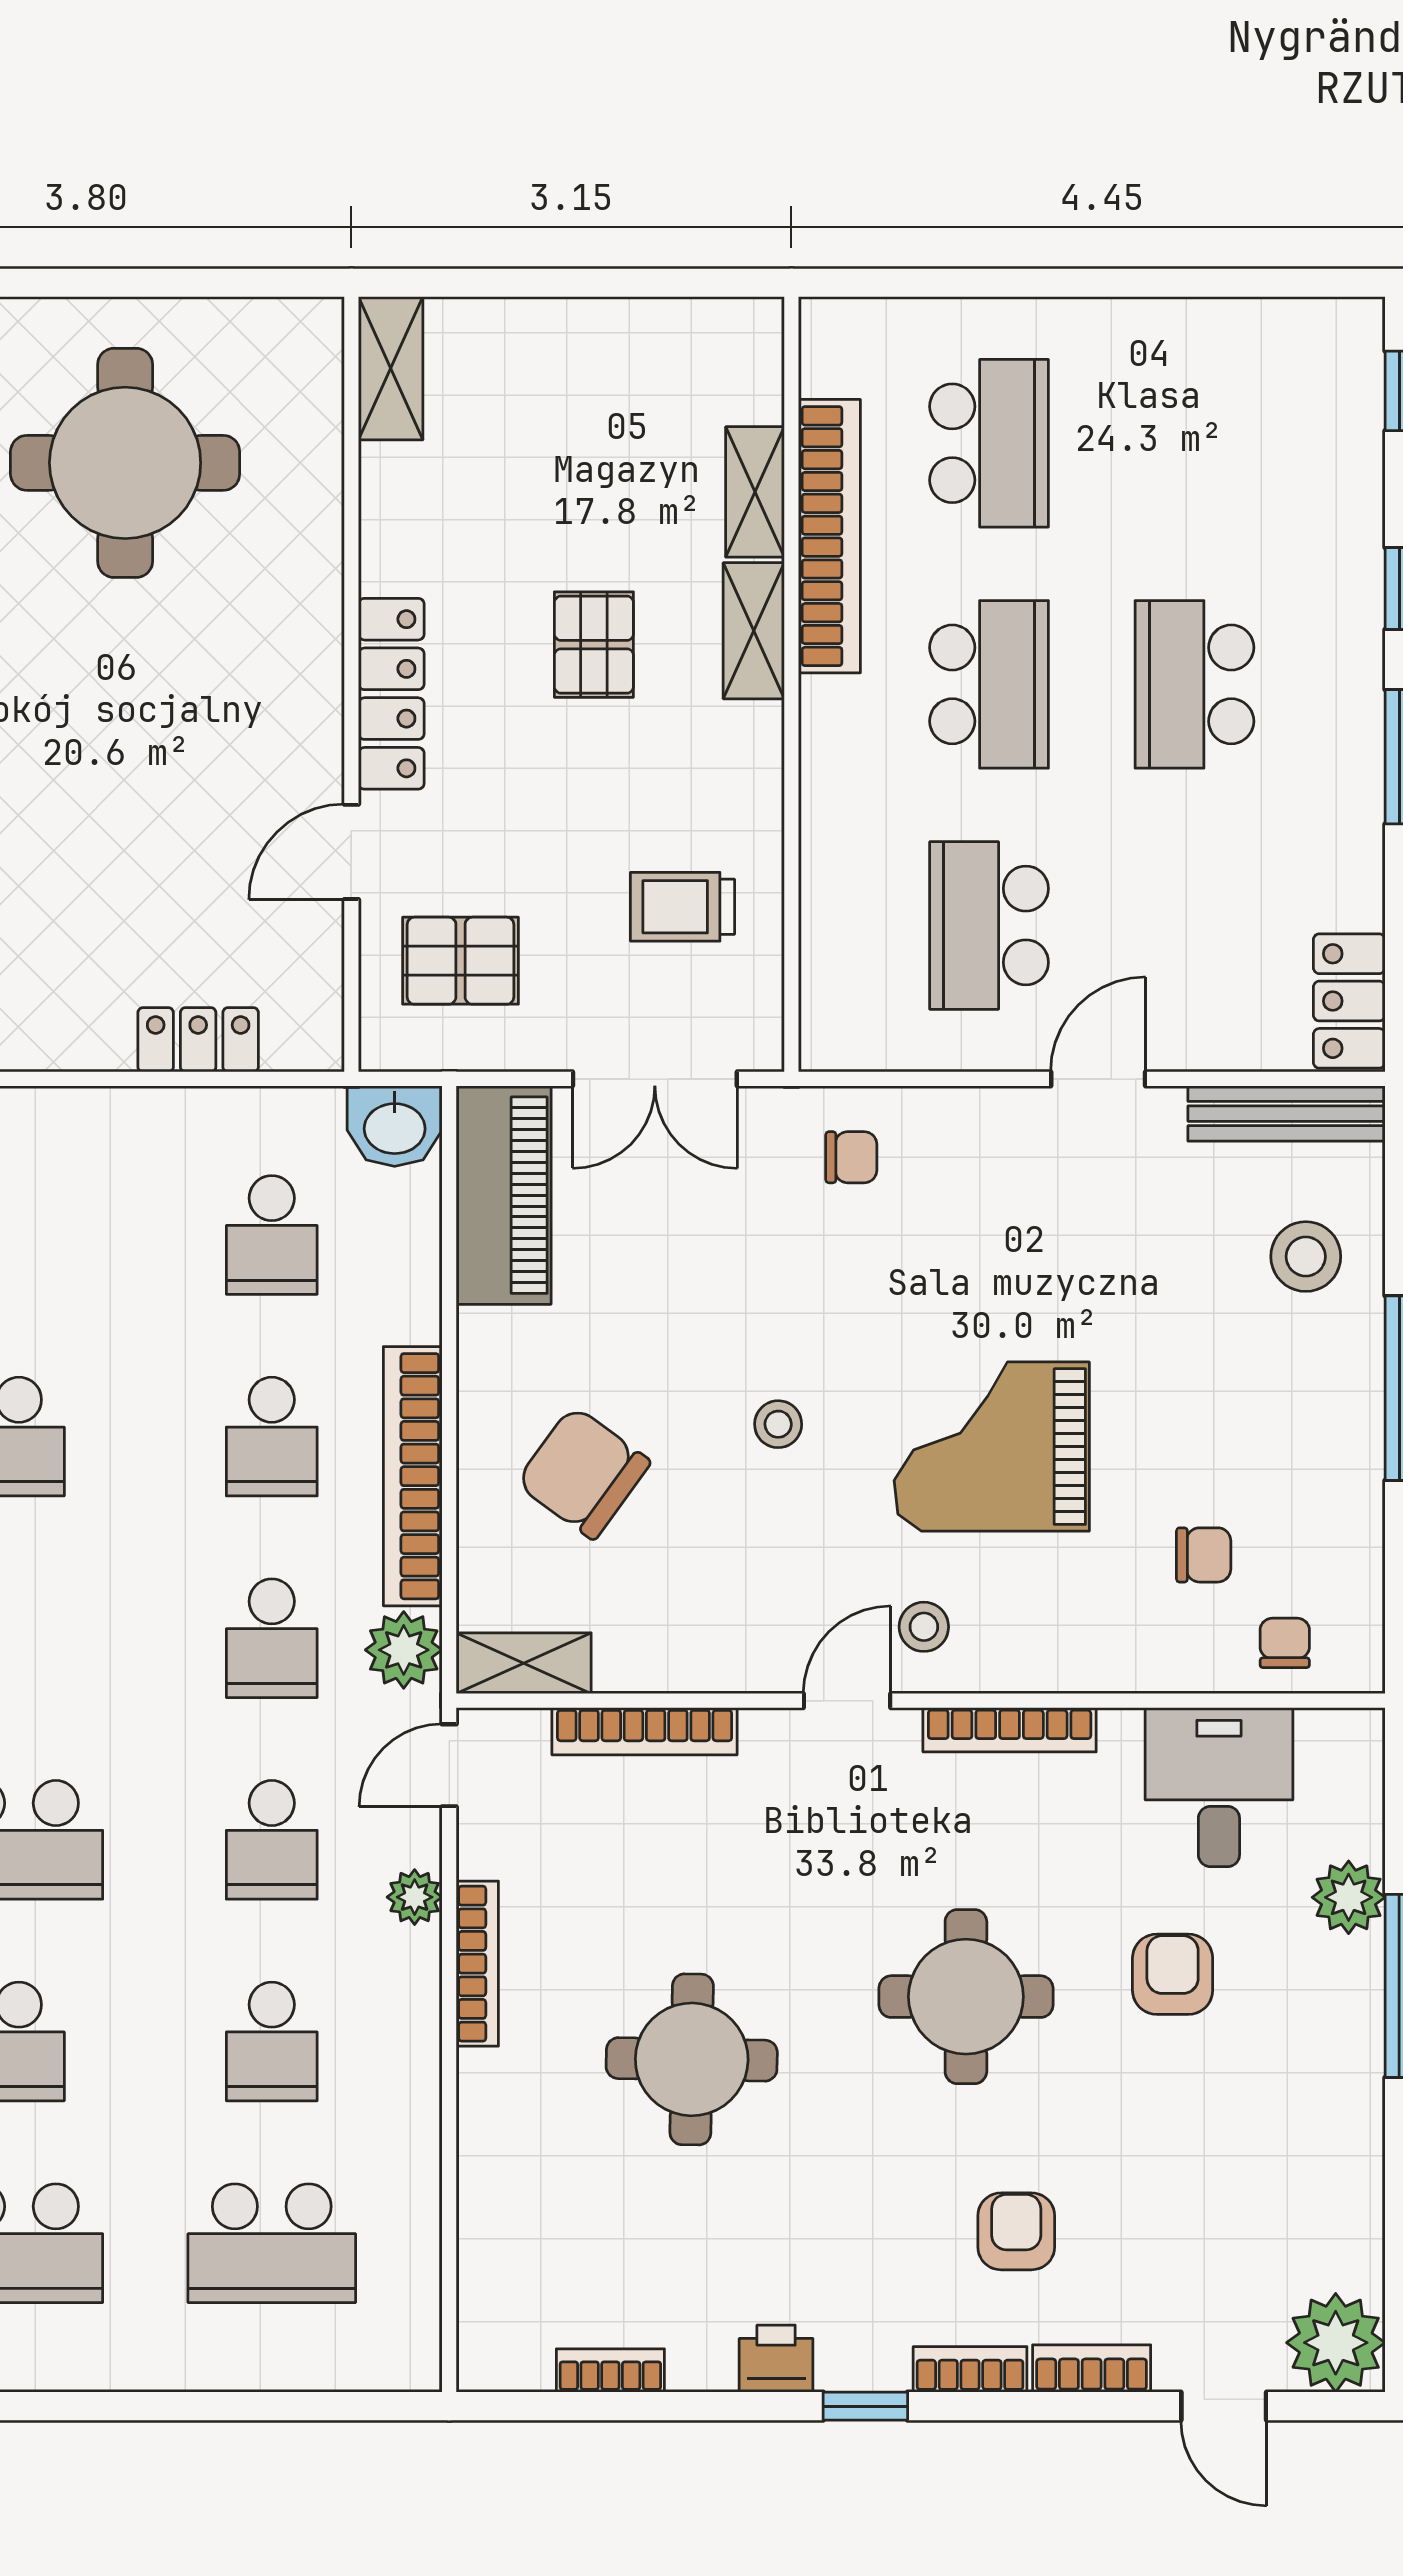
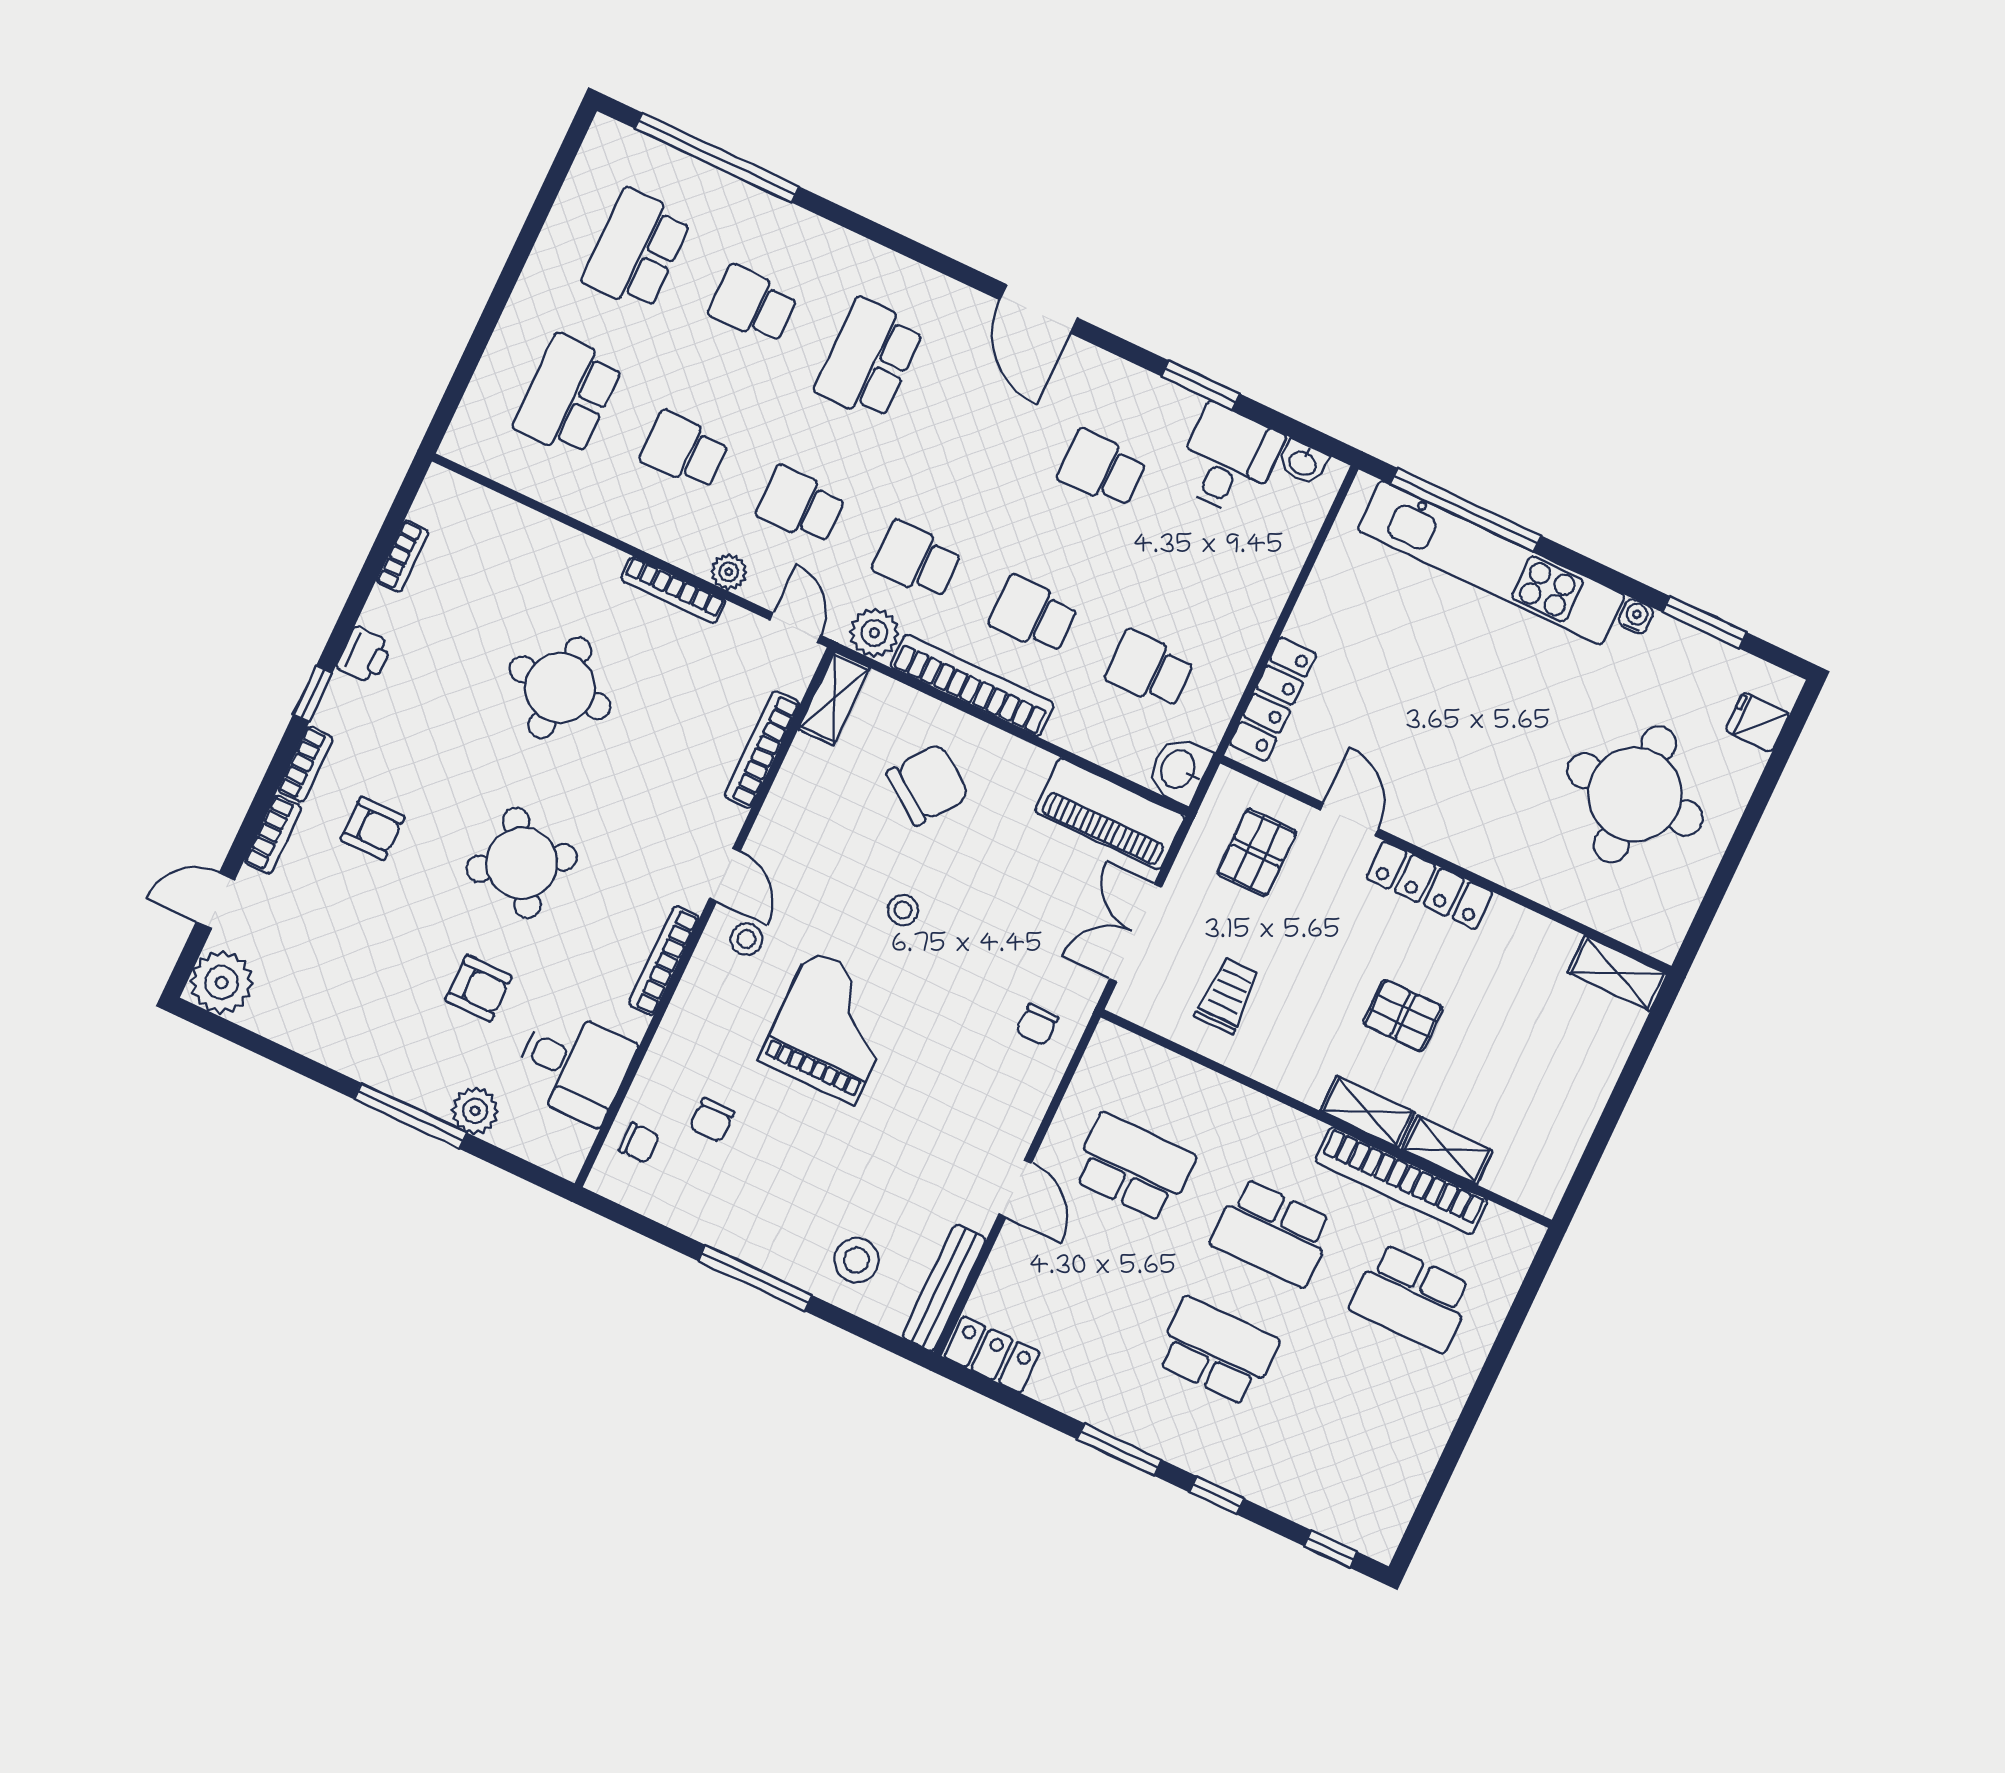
locker: (198, 1040) -> (1273, 699), width x1.53
round table: (966, 1997) -> (522, 863), turned -33

